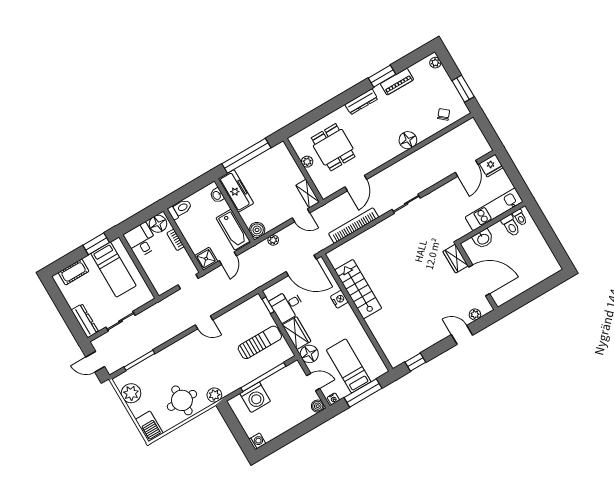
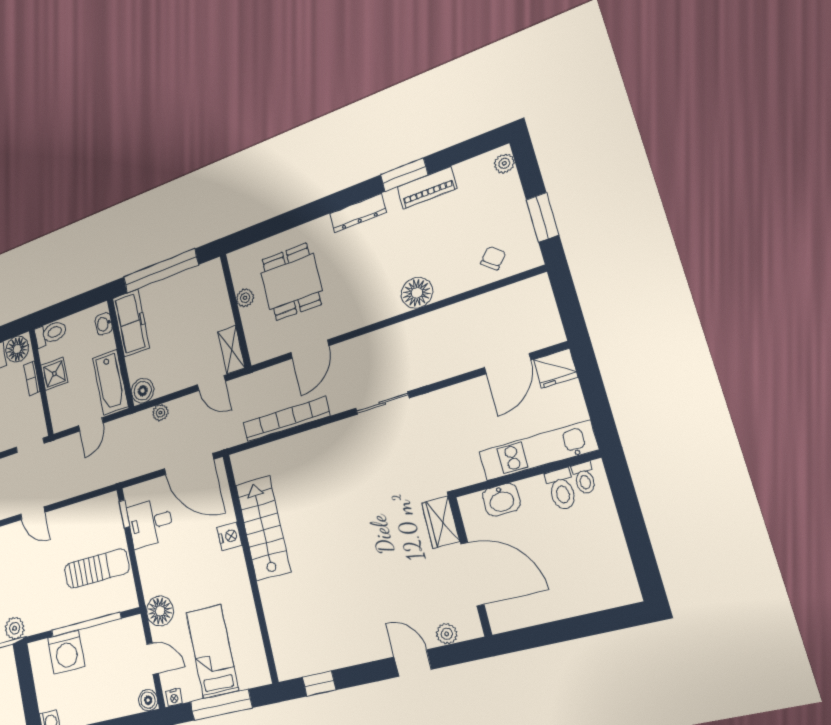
shower: (206, 259) -> (54, 374), moved
wardrobe: (296, 333) -> (151, 571), removed

